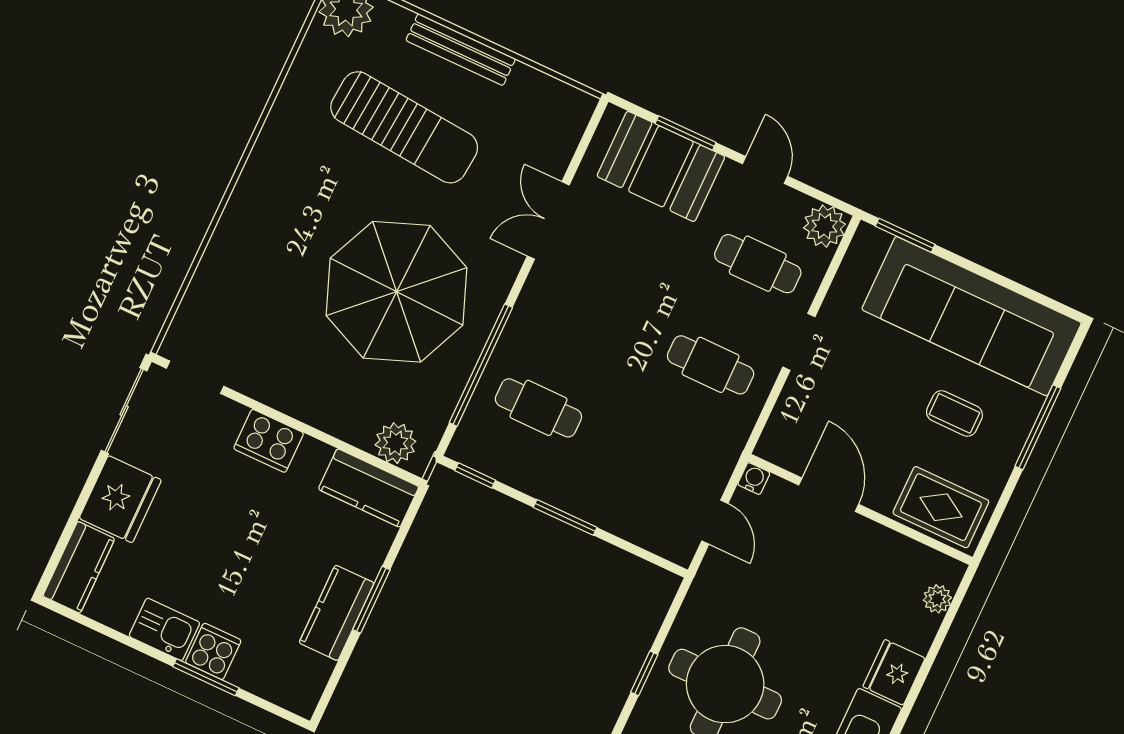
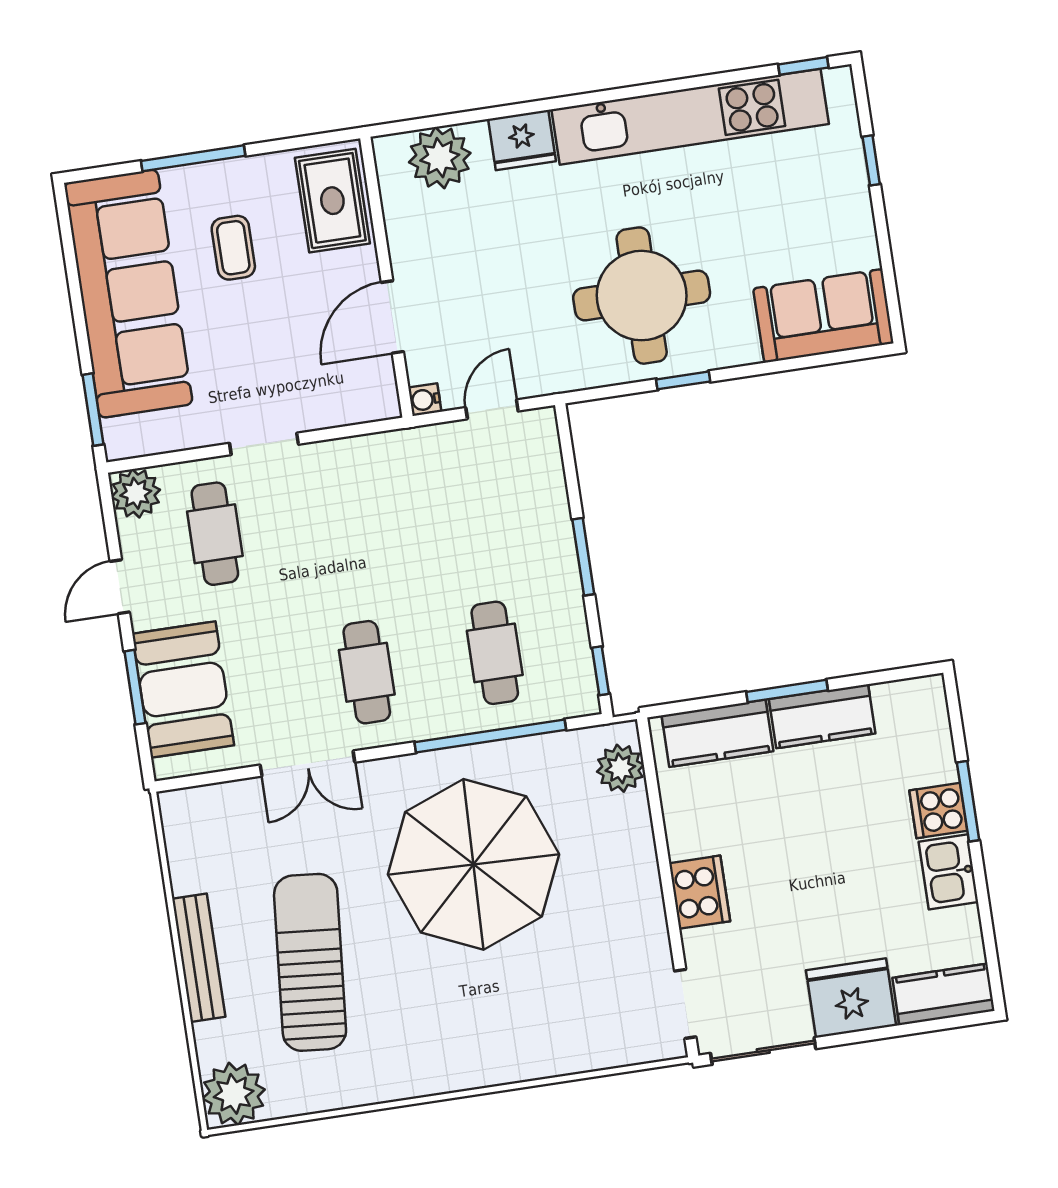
cafe table: (711, 365) -> (367, 672), moved
kitchen counter: (369, 488) -> (717, 733), moved, turned 90
plant: (937, 599) -> (440, 158), width x1.88, depth x1.88

